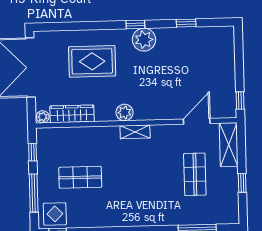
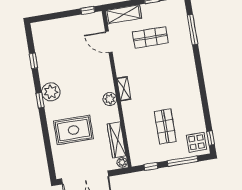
rug: (92, 61) -> (73, 130), turned 90

